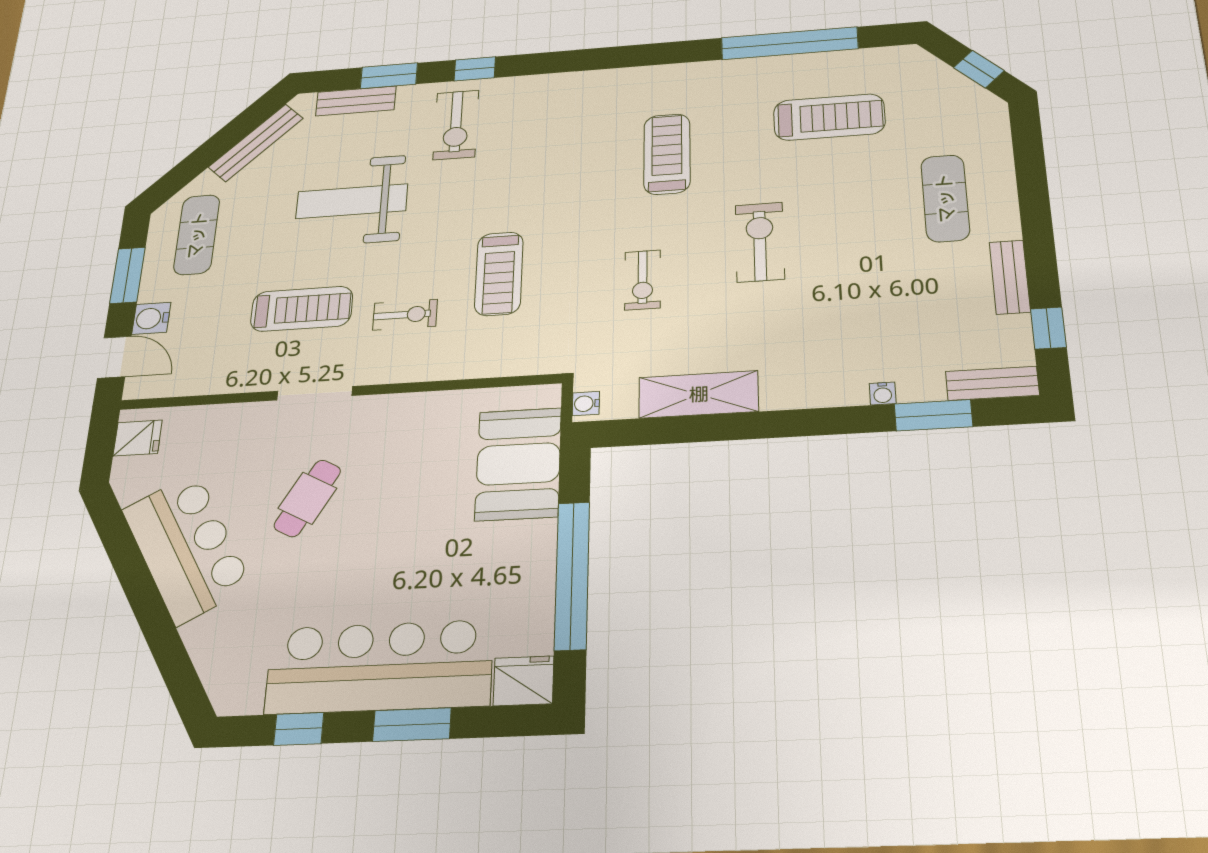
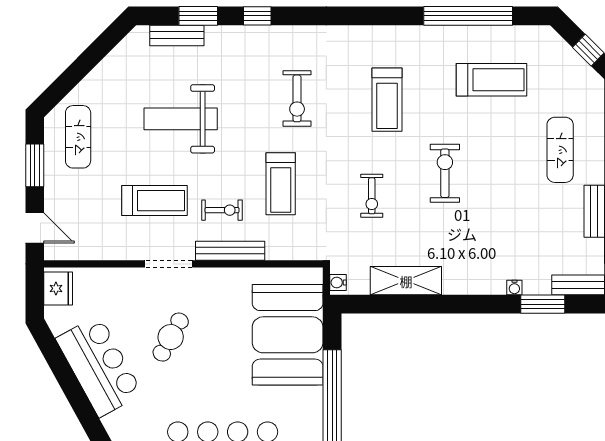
exercise bike: (456, 125) -> (297, 98), moved
bench: (256, 143) -> (230, 251), moved, turned 45
treadmill: (667, 154) -> (387, 100), turned 180
water cooler: (151, 318) -> (55, 200), removed
fridge: (138, 438) -> (58, 288), width x1.38
booth: (518, 464) -> (288, 335), width x1.36, depth x1.42

